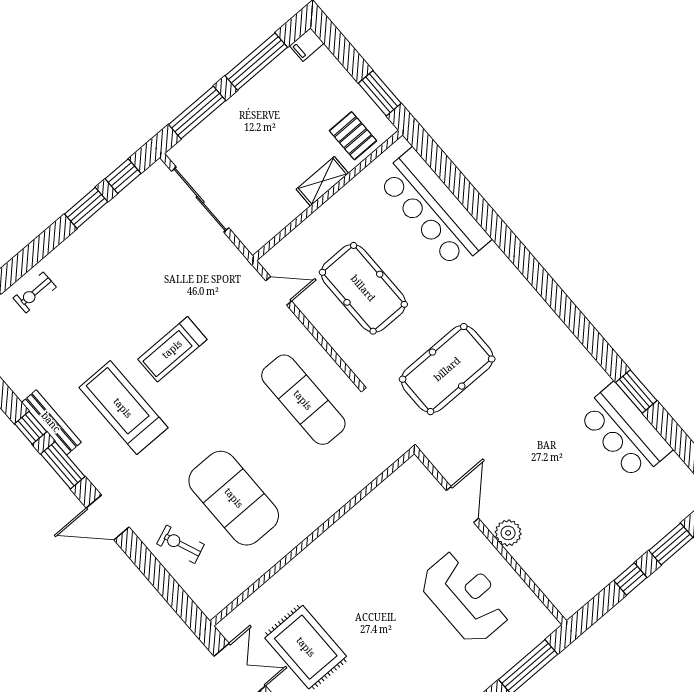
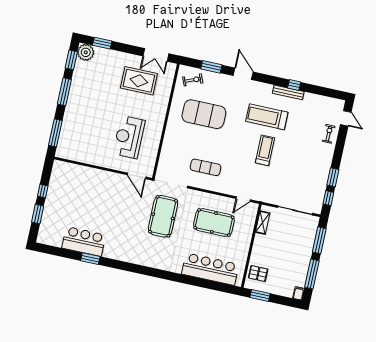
shelving: (322, 181) -> (263, 223), moved
exercise mat: (303, 400) -> (205, 167), width x0.73, depth x0.69
treadmill: (123, 408) -> (267, 117), turned 180
window: (63, 465) -> (211, 67), moved
door: (462, 504) -> (137, 176), moved
door: (108, 517) -> (243, 74), hinge flipped
plant: (508, 533) -> (98, 175), removed
exercise bike: (181, 544) -> (193, 80), moved
reception desk: (466, 597) -> (129, 137), moved, turned 90

